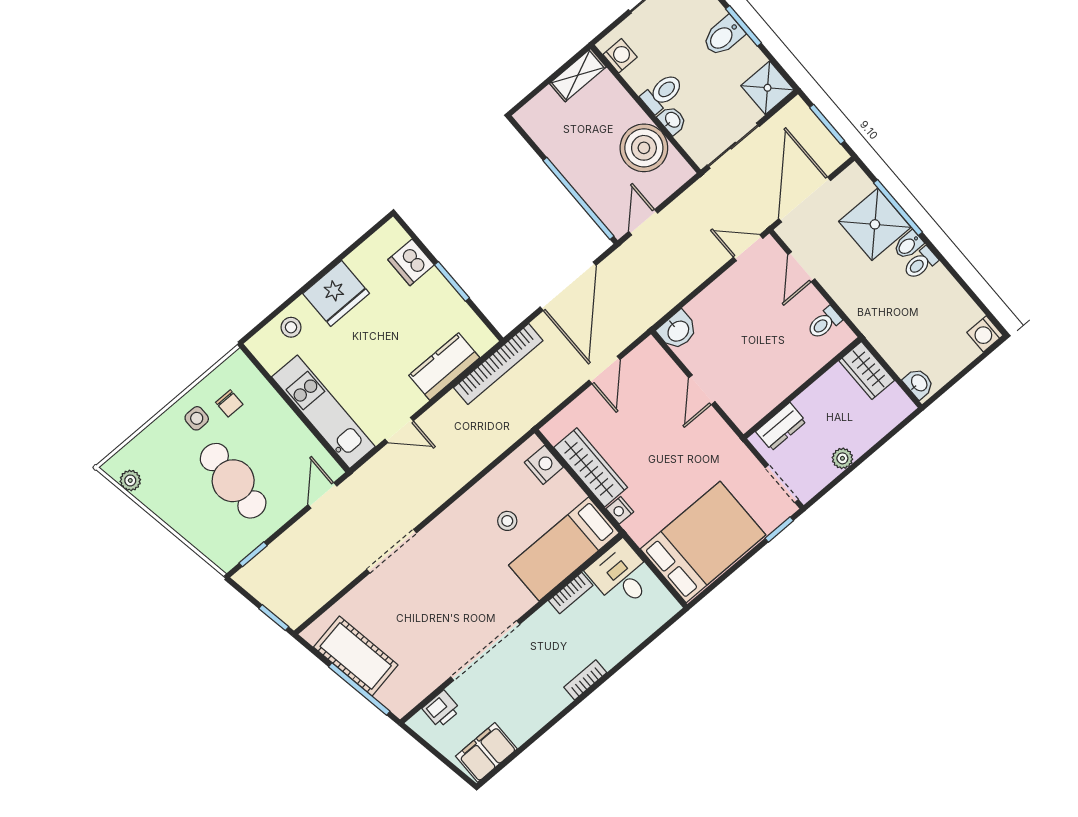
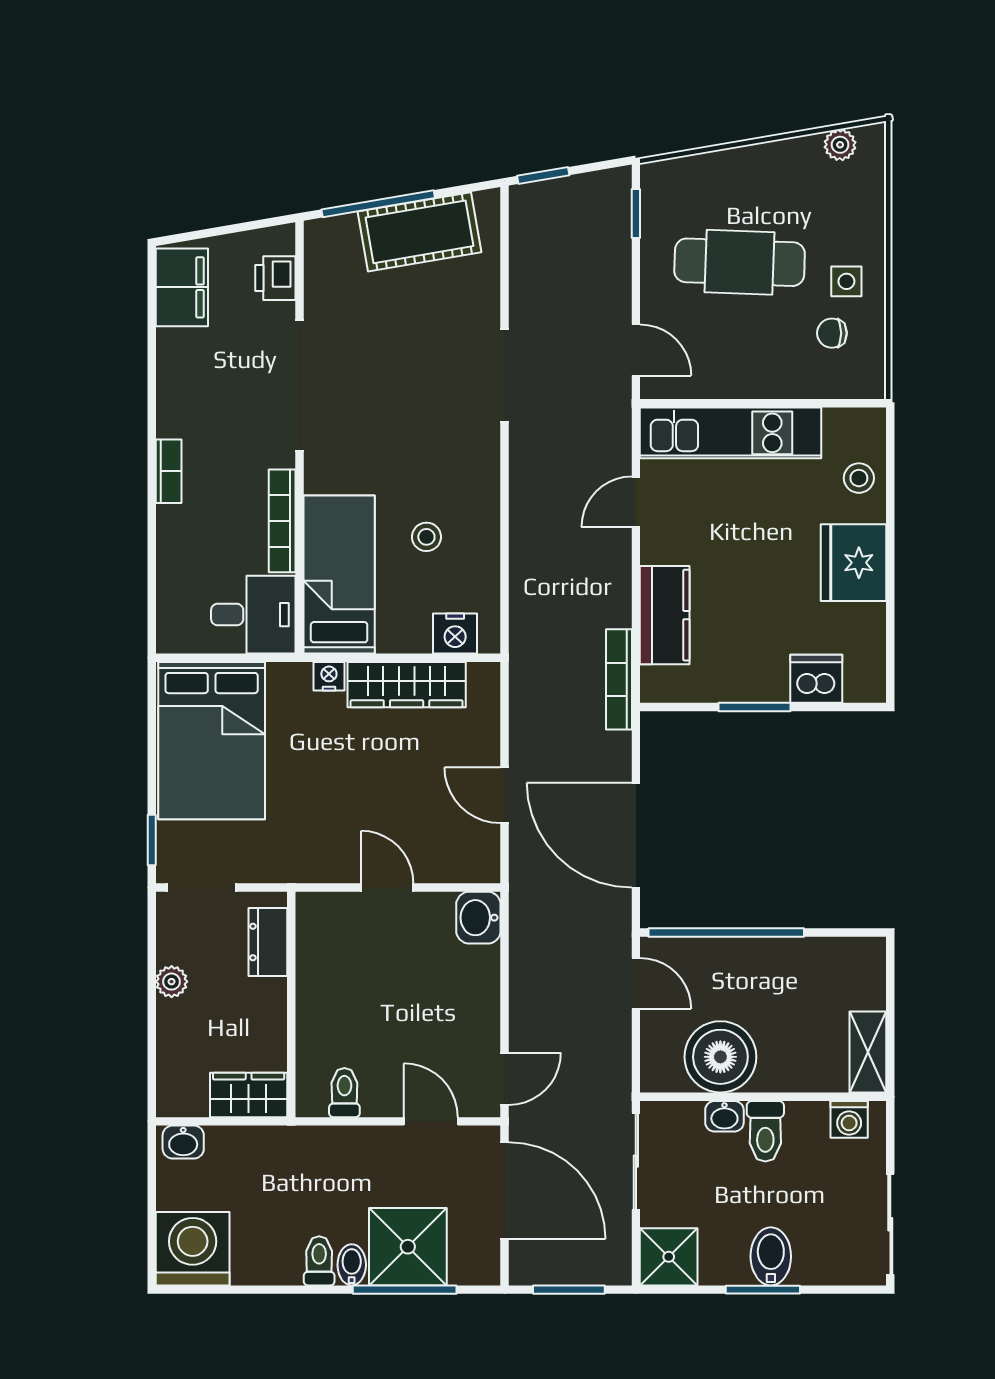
washing machine: (985, 334) -> (193, 1249), width x1.89, depth x1.89
bookcase: (498, 364) -> (619, 679), width x0.68, depth x0.76
bookcase: (571, 593) -> (282, 521), width x1.56

